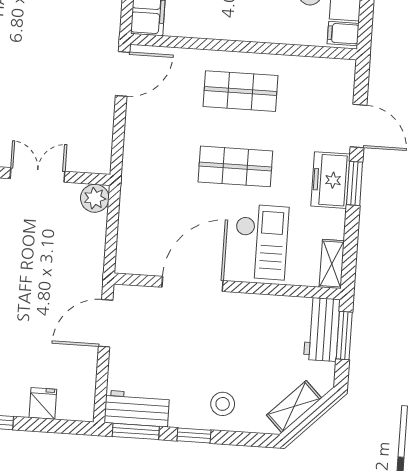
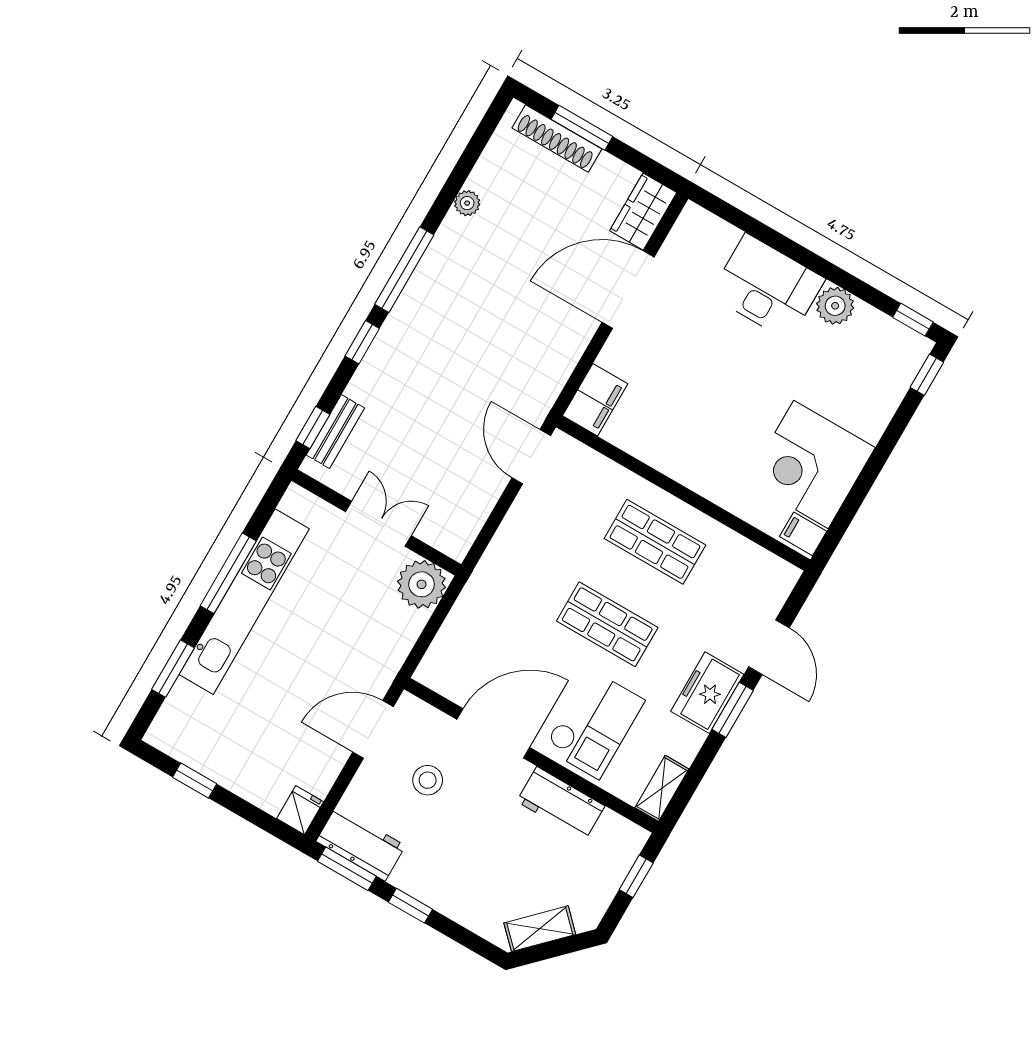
door: (123, 74) -> (531, 457), swing flipped
plant: (95, 198) -> (422, 584), width x1.36, depth x1.36
workbench: (322, 329) -> (561, 804), moved, turned -90
window: (344, 335) -> (636, 876), width x0.67
fridge: (43, 403) -> (300, 810), moved
stool: (223, 404) -> (428, 780), moved

